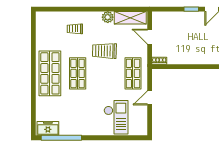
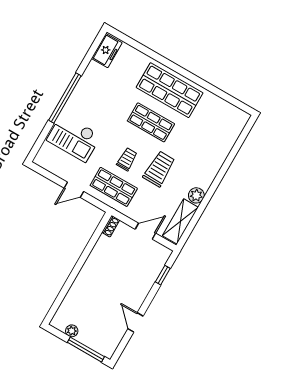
window: (191, 9) -> (163, 275), moved
trolley: (75, 29) -> (127, 159), moved
door: (150, 98) -> (74, 190), swing flipped
window: (61, 138) -> (65, 98), moved

